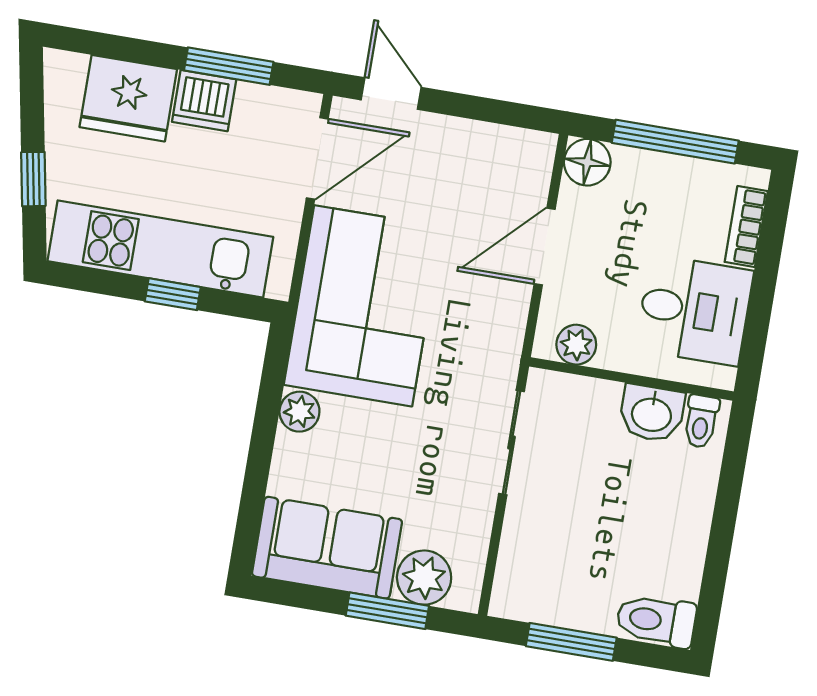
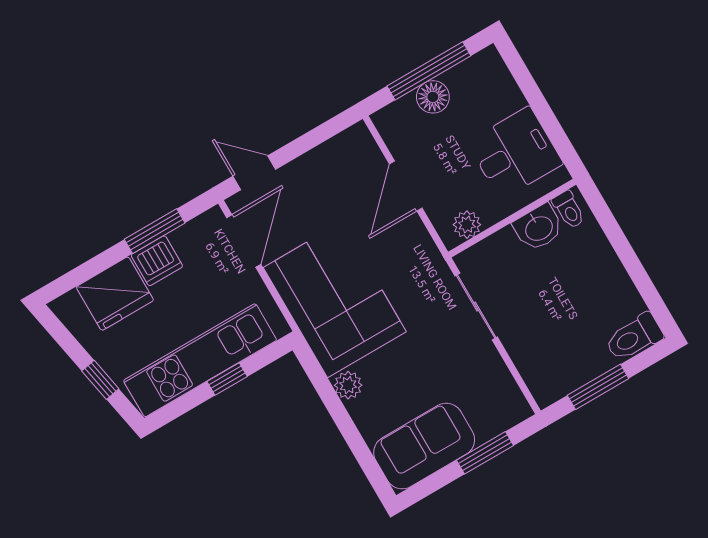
floor lamp: (587, 162) -> (433, 97), moved
bookcase: (746, 227) -> (505, 85), removed
plant: (424, 578) -> (490, 418), removed

